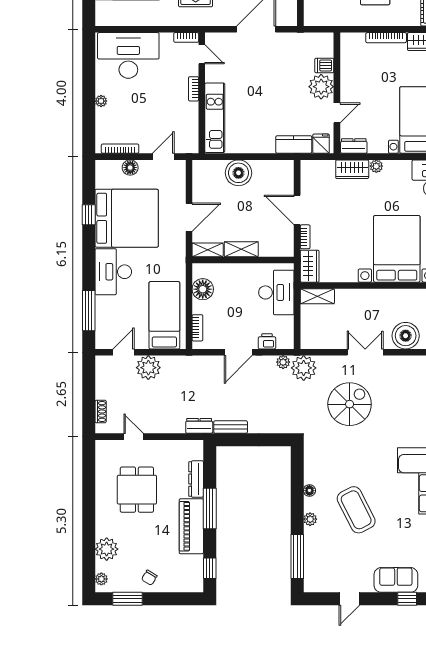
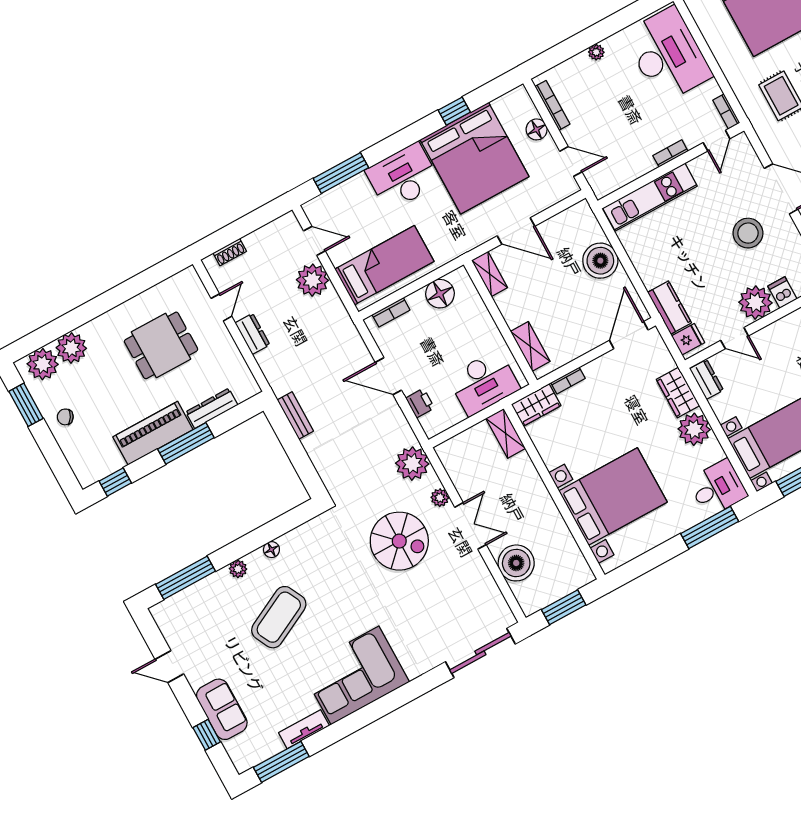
stool: (273, 67) -> (748, 233), added
plant: (376, 166) -> (694, 429), width x1.87, depth x1.87
door: (297, 210) -> (629, 335), moved
shelving: (241, 249) -> (530, 346), moved
plant: (283, 362) -> (440, 498), moved
dresser: (199, 426) -> (252, 334), moved
plant: (101, 579) -> (43, 364), width x1.87, depth x1.87

